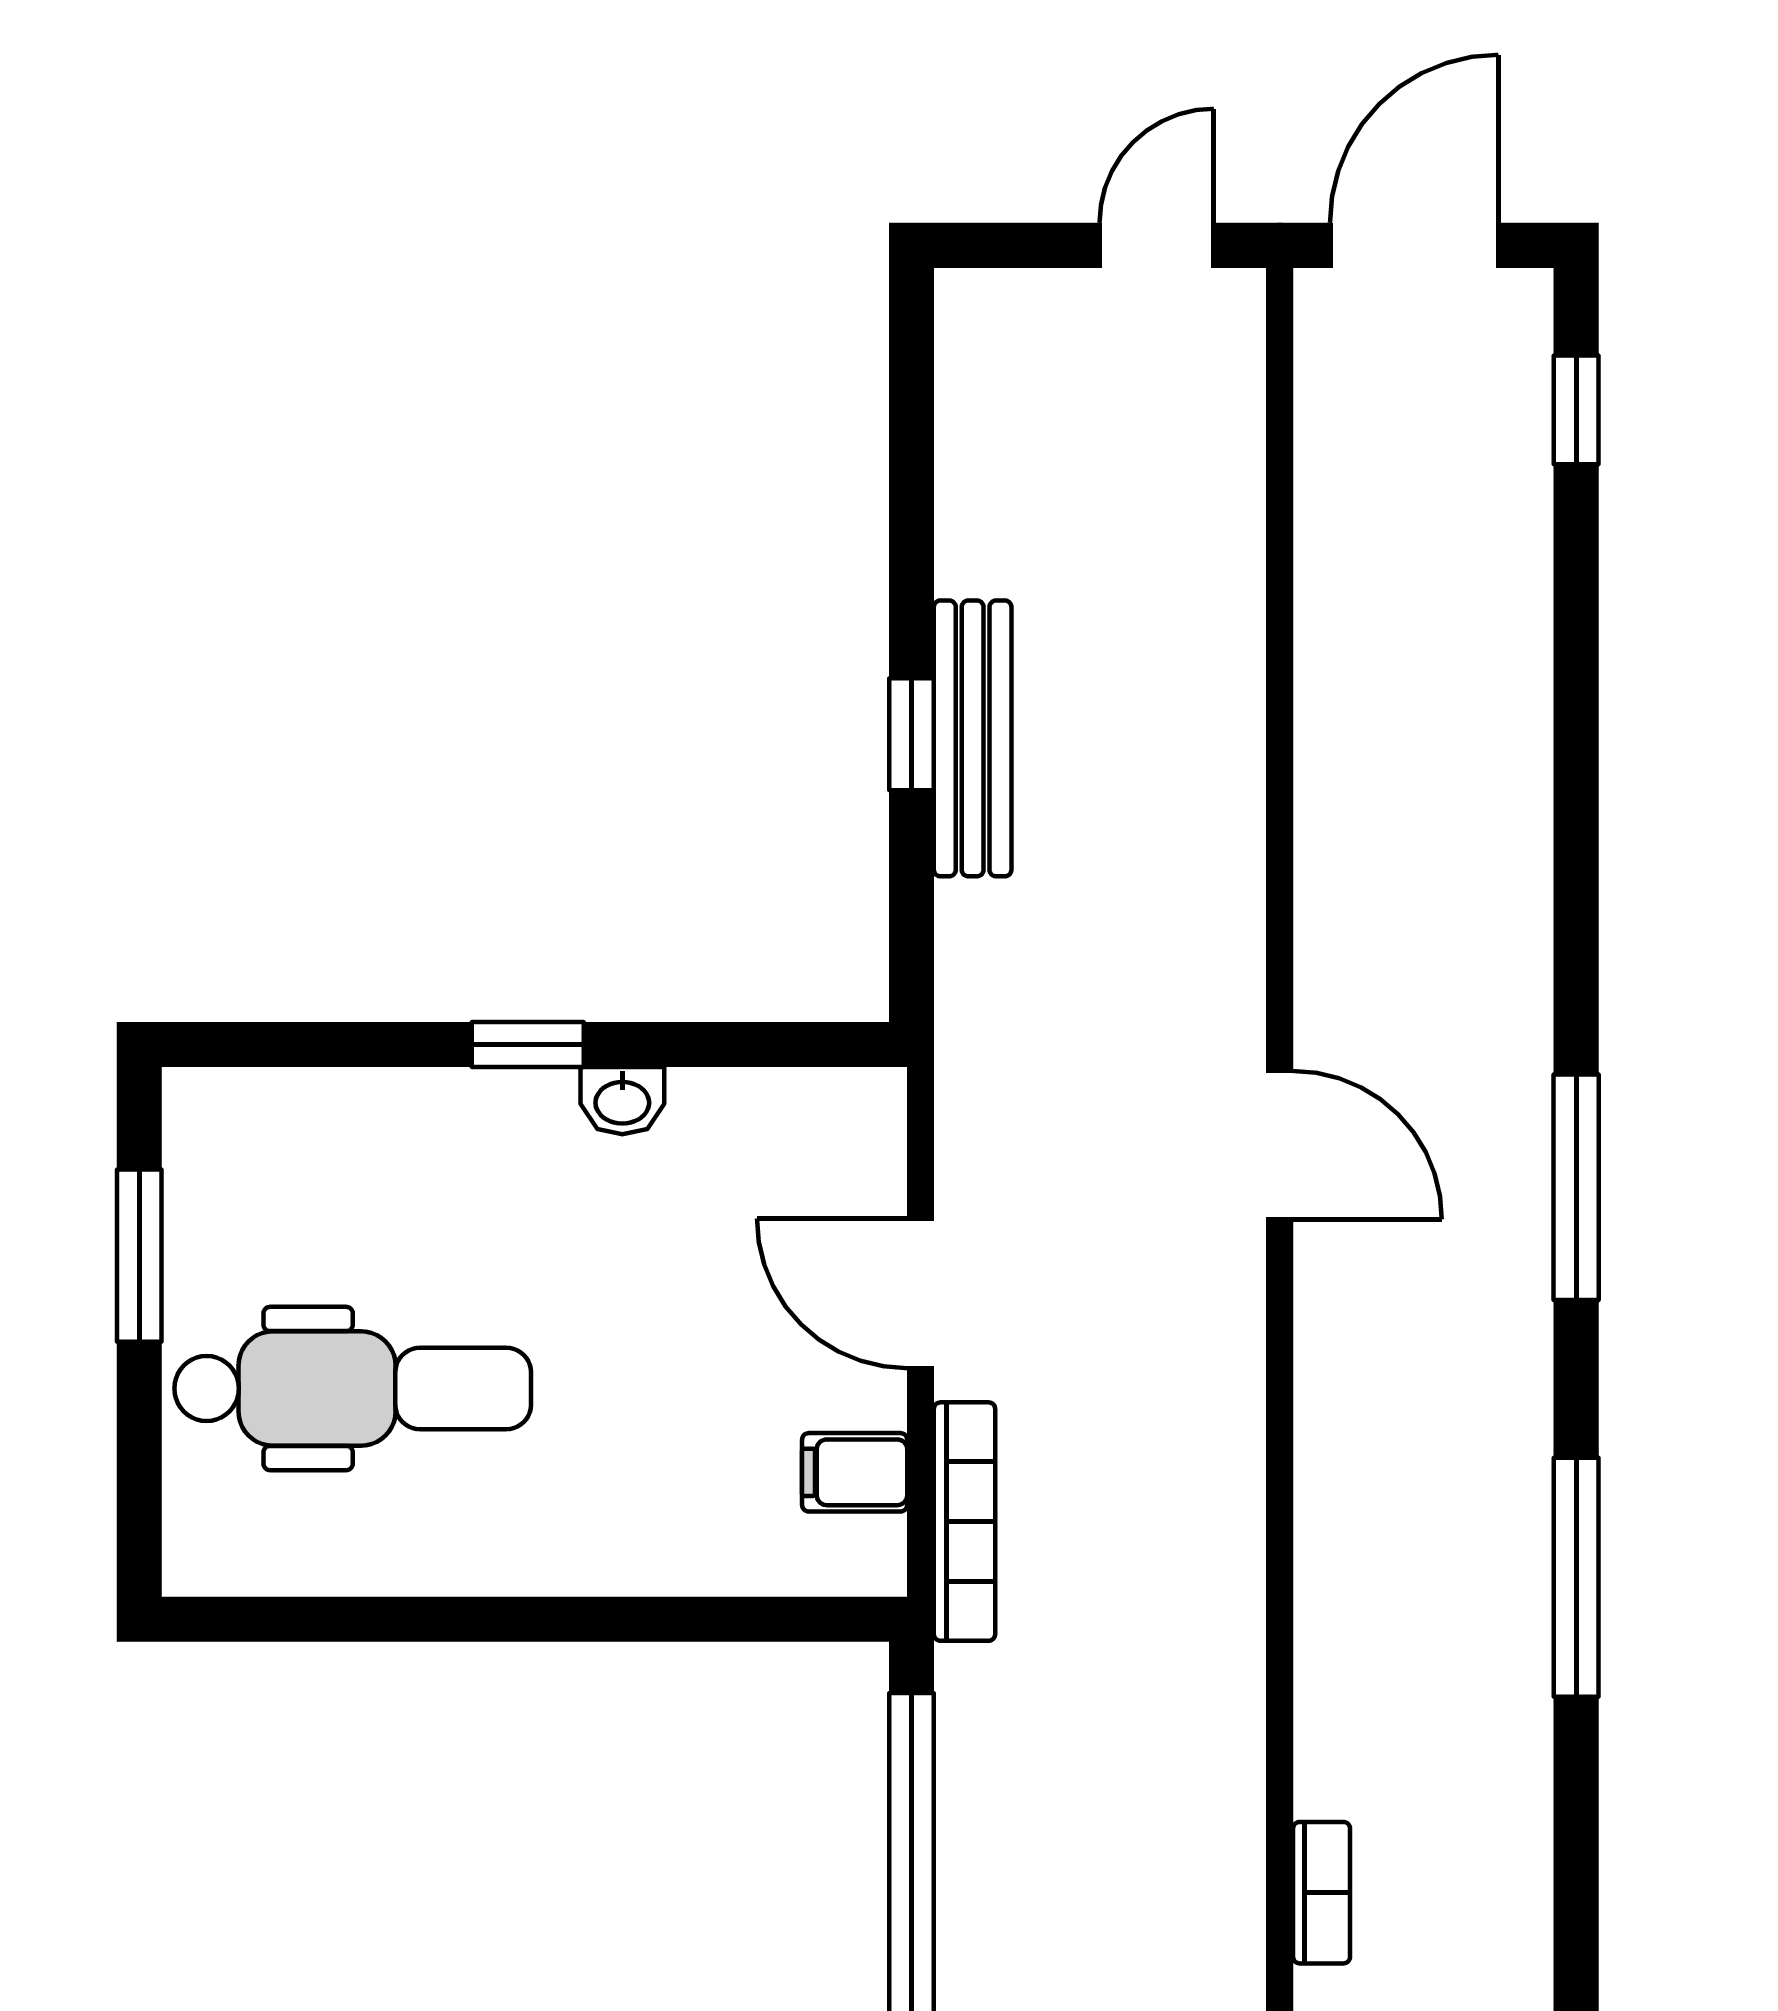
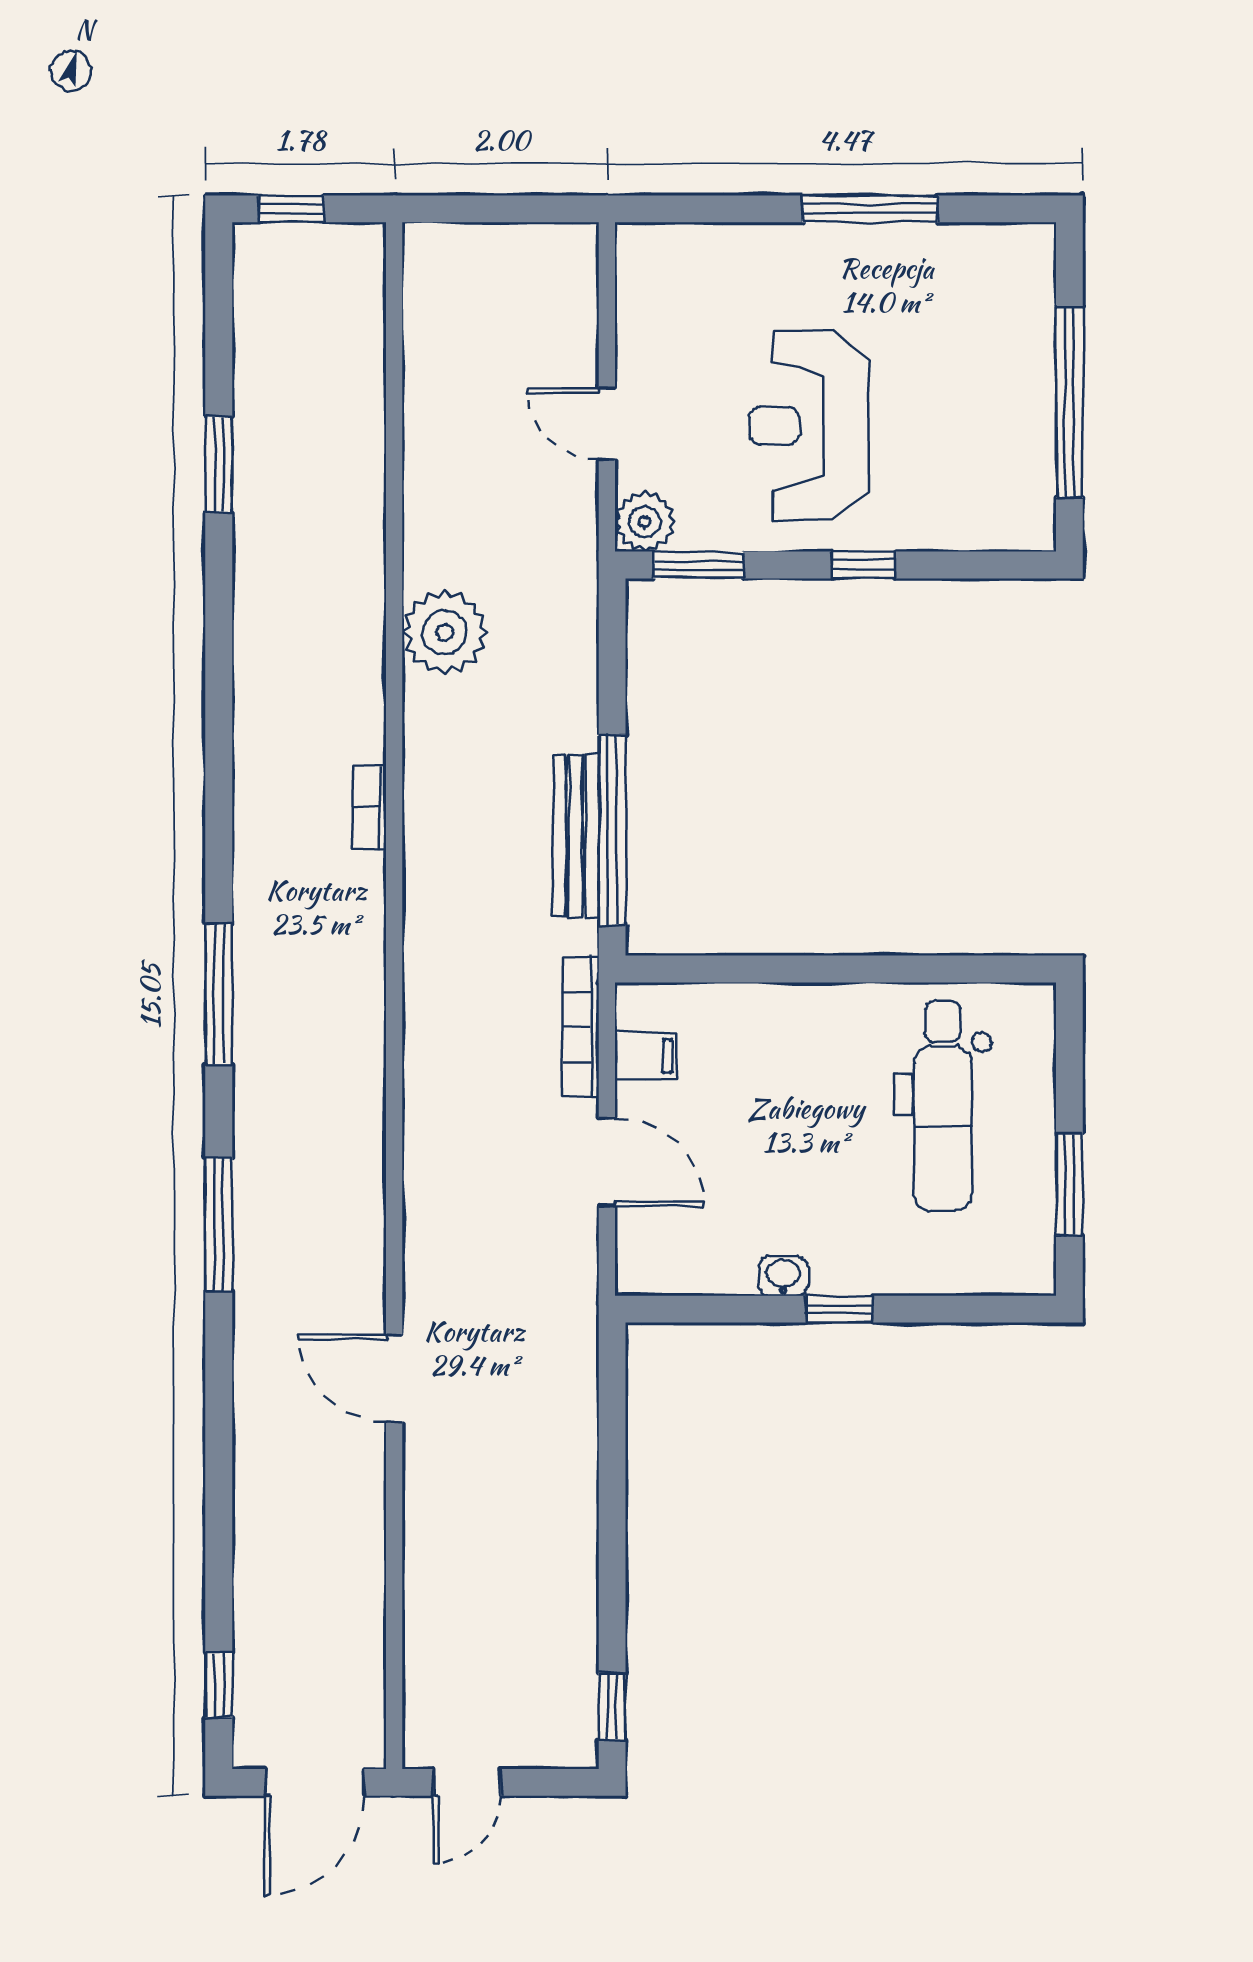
window: (912, 734) -> (612, 1707), moved
bench: (973, 738) -> (576, 836), moved
door: (1280, 1145) -> (394, 1378), moved
dental chair: (353, 1389) -> (943, 1106), turned -90

